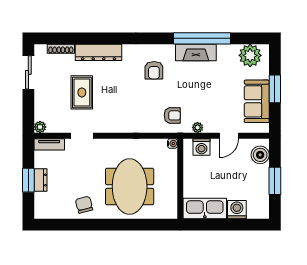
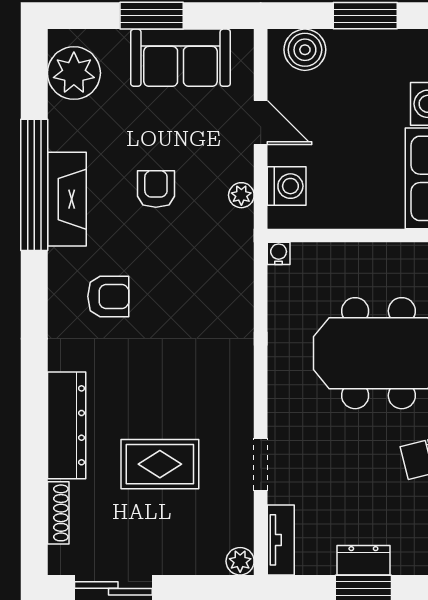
armchair: (172, 115) -> (156, 189), moved

